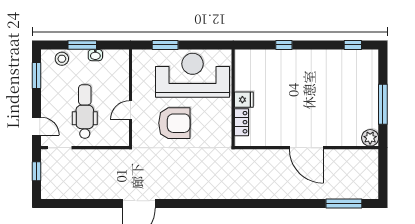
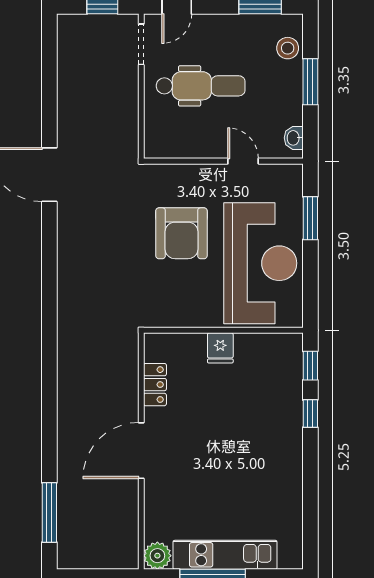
window: (353, 45) -> (310, 366), moved
washbasin: (95, 55) -> (294, 138), moved
kitchen unit: (370, 97) -> (225, 555), added
door: (130, 110) -> (243, 161), moved
locker: (242, 122) -> (155, 385), moved, turned -90

